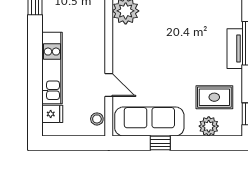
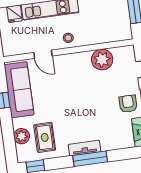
door: (109, 85) -> (43, 54), hinge flipped
stool: (97, 119) -> (68, 38), moved

